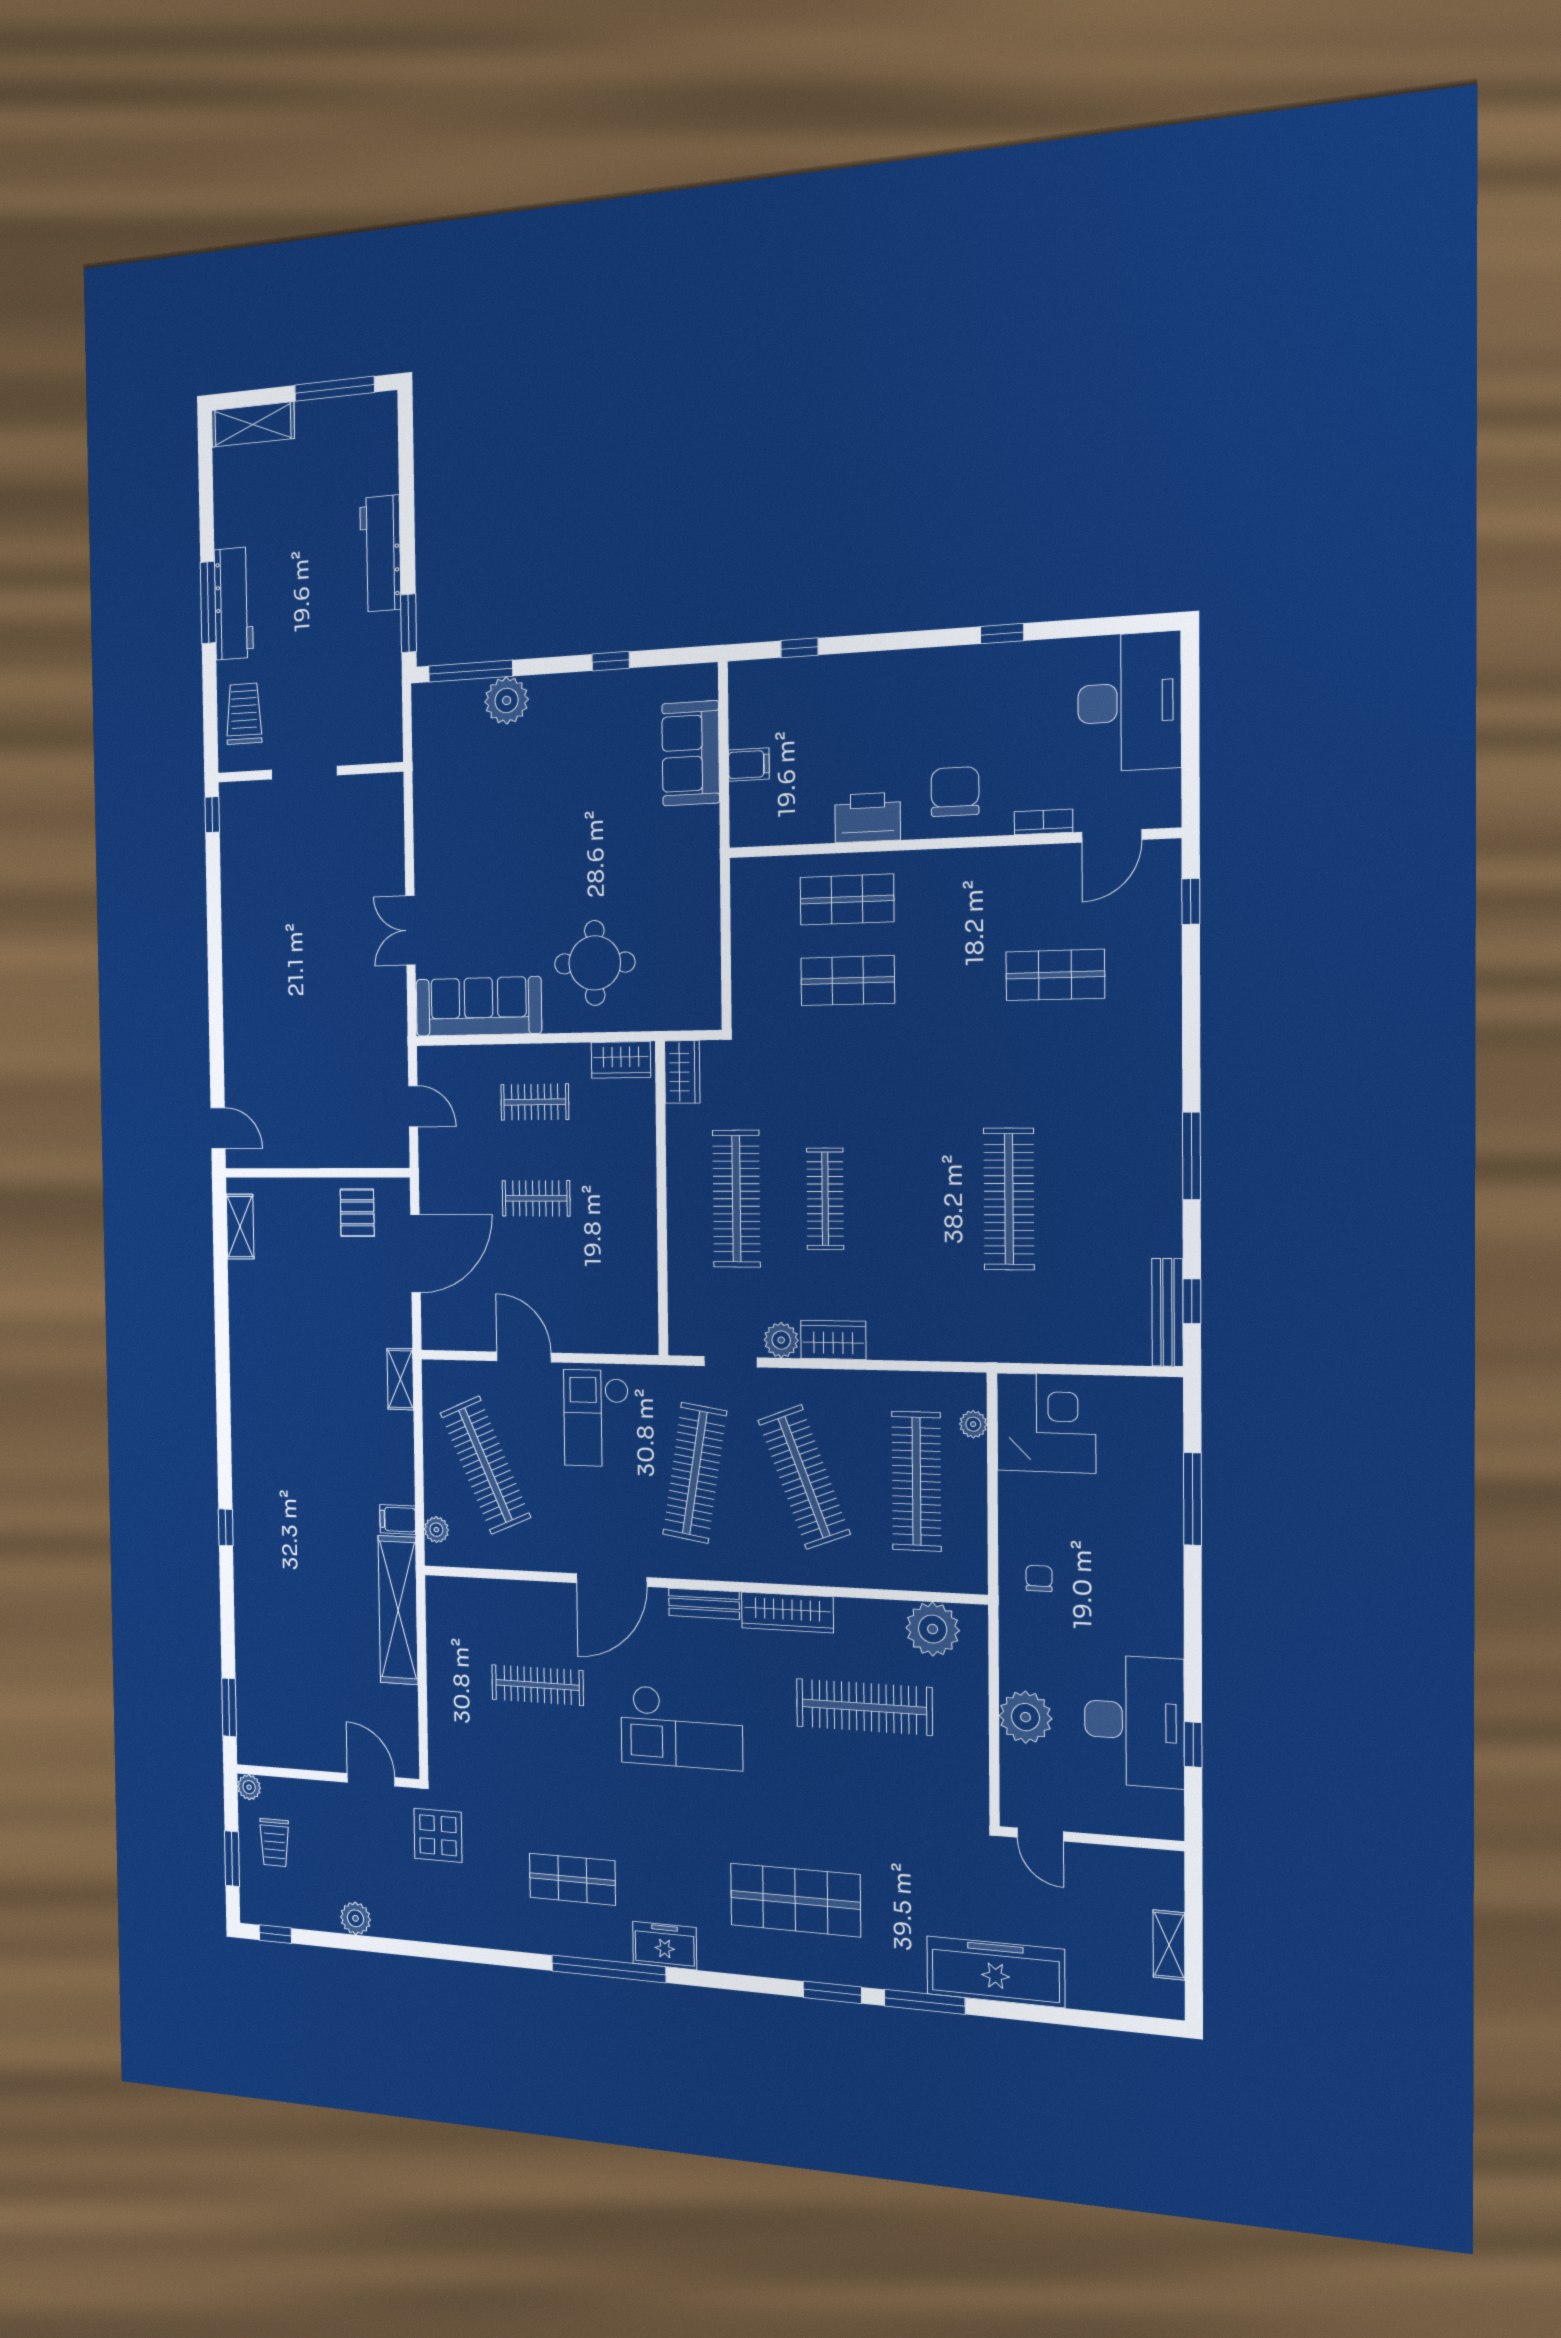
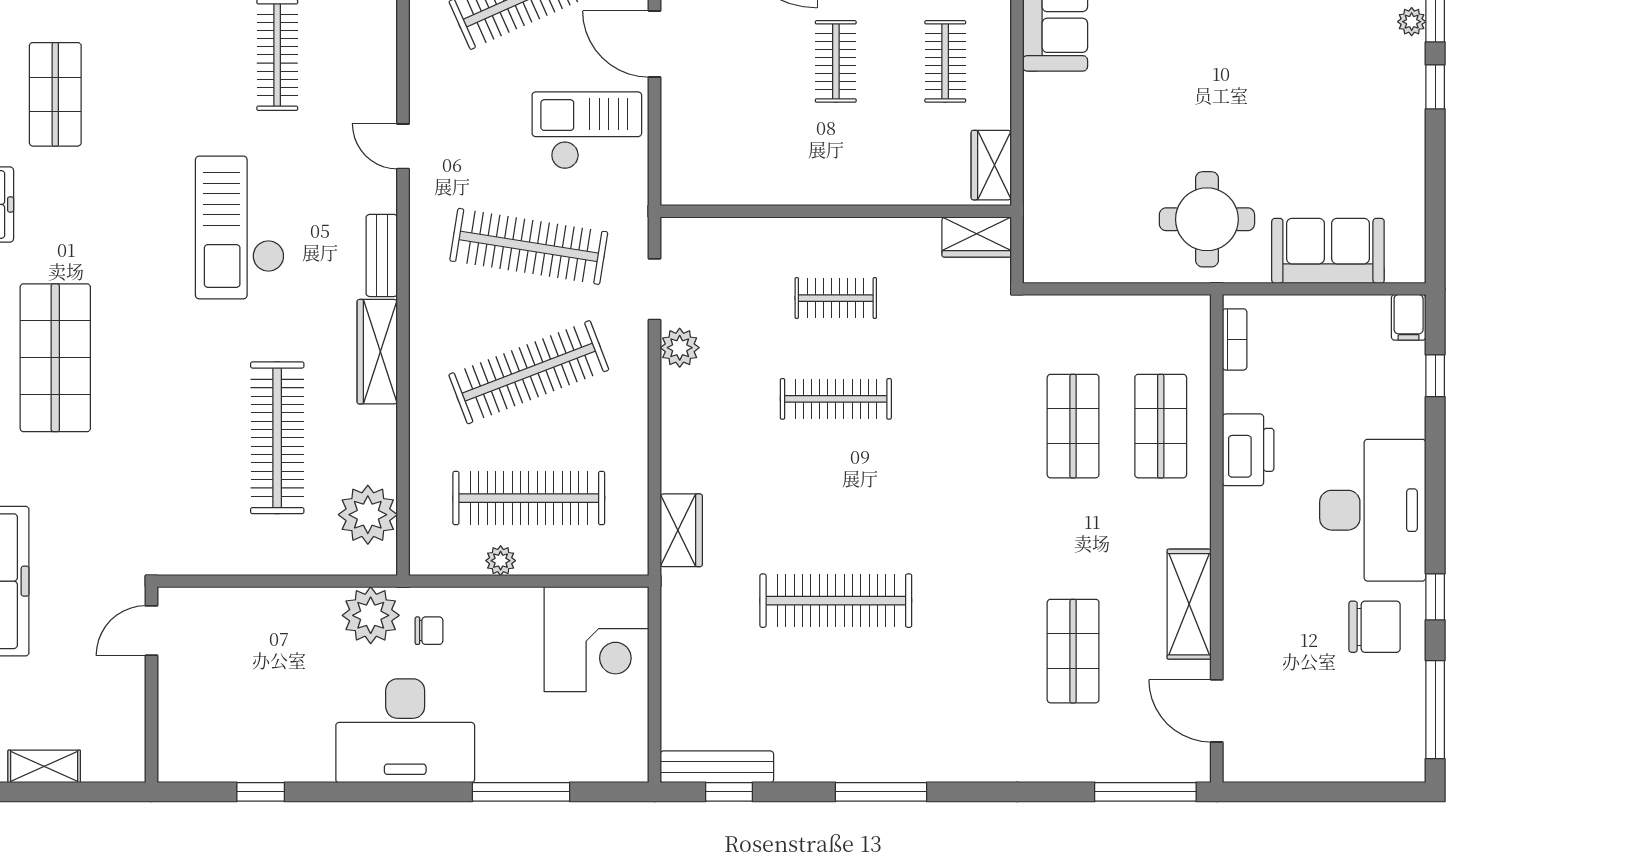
window: (1110, 626) -> (1435, 710), added
window: (611, 661) -> (1435, 87), moved
plant: (507, 700) -> (1412, 22), width x0.53, depth x0.53
desk: (1129, 702) -> (1373, 510), moved, turned -90
filing cabinet: (749, 764) -> (1409, 317), moved
chair: (955, 792) -> (1375, 627), moved
bookcase: (1043, 822) -> (1235, 339), moved
shelving: (1010, 866) -> (1189, 604), added
window: (1191, 902) -> (1145, 792), width x2.17
round table: (595, 963) -> (1207, 219), moved
clothes rail: (736, 1199) -> (836, 298), width x0.54, depth x0.76
wardrobe: (833, 1340) -> (681, 530), moved
door: (524, 1357) -> (655, 44), swing flipped
plant: (973, 1424) -> (501, 561), moved
door: (612, 1580) -> (403, 146), width x0.53
plant: (1025, 1717) -> (371, 615), moved
desk: (1134, 1721) -> (405, 731), moved

